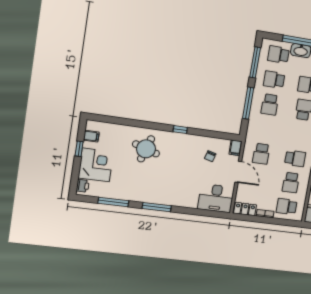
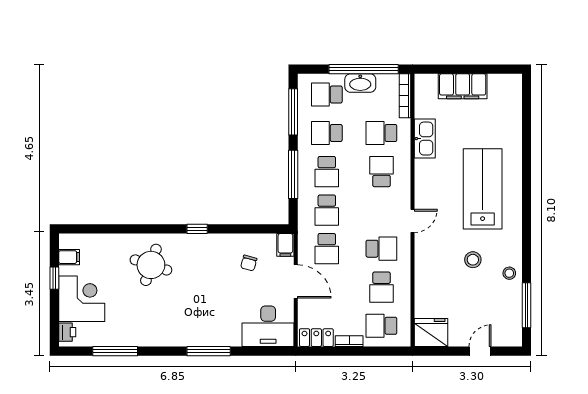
school desk: (266, 129) -> (327, 210), added
window: (157, 207) -> (209, 351), moved

